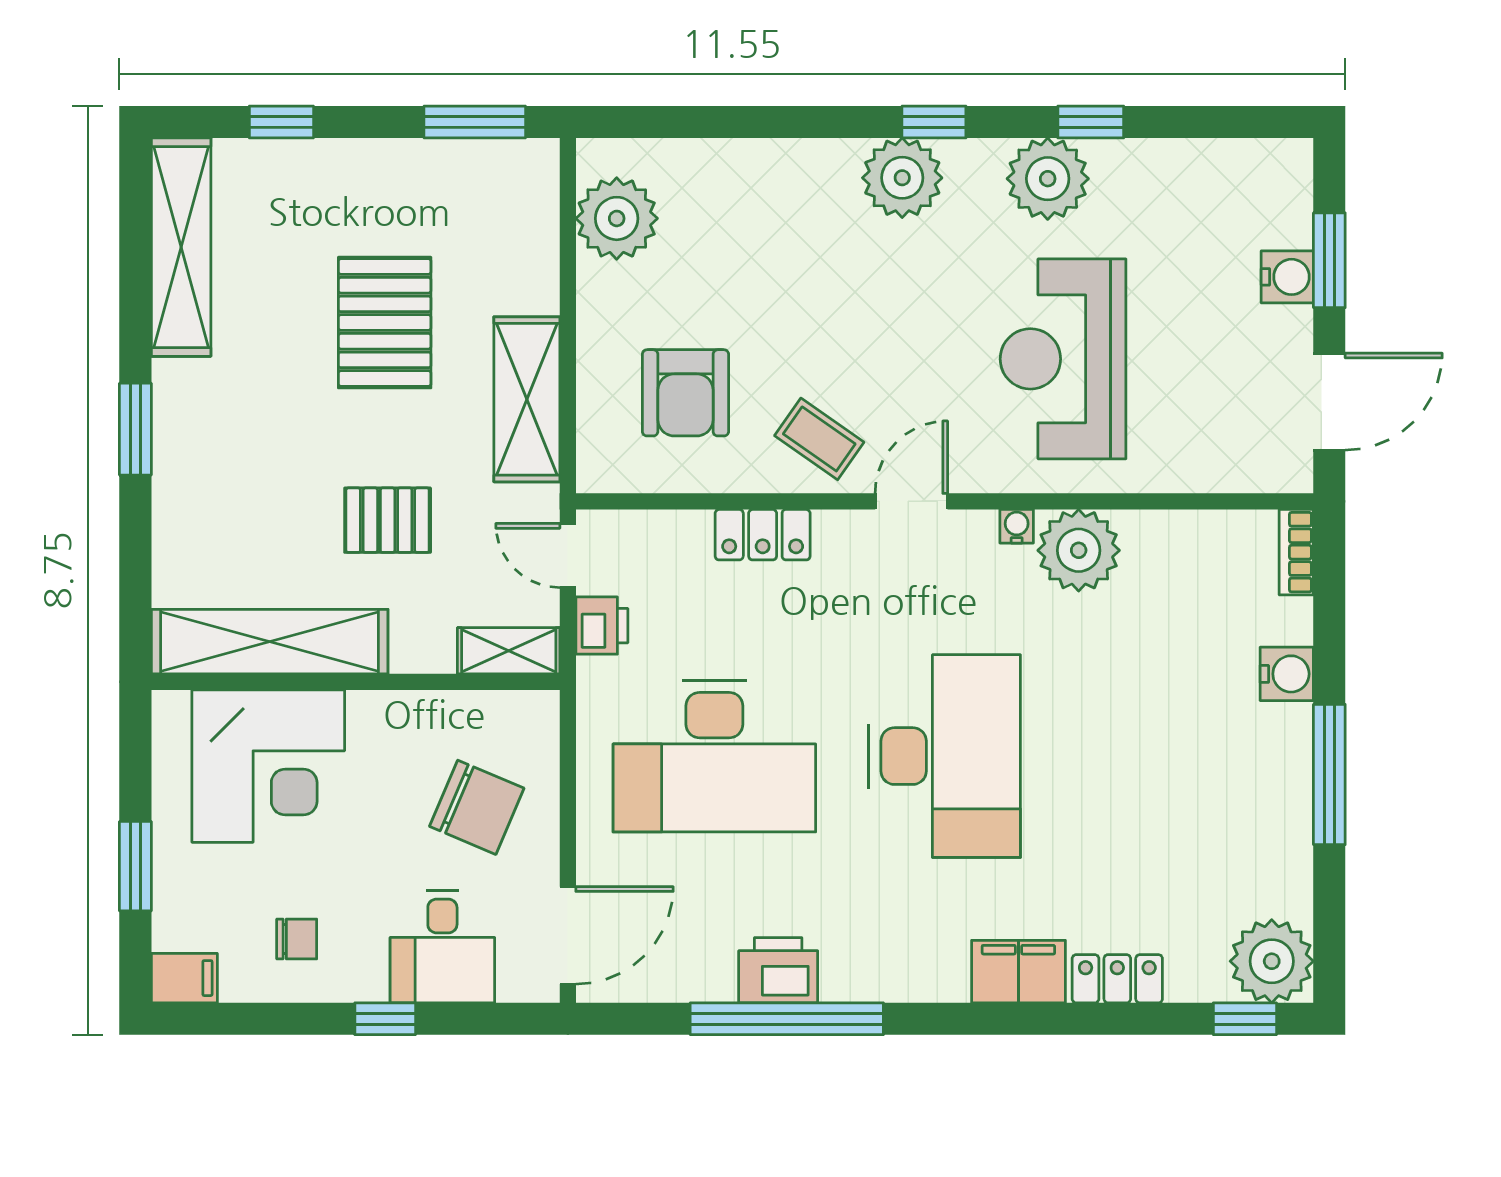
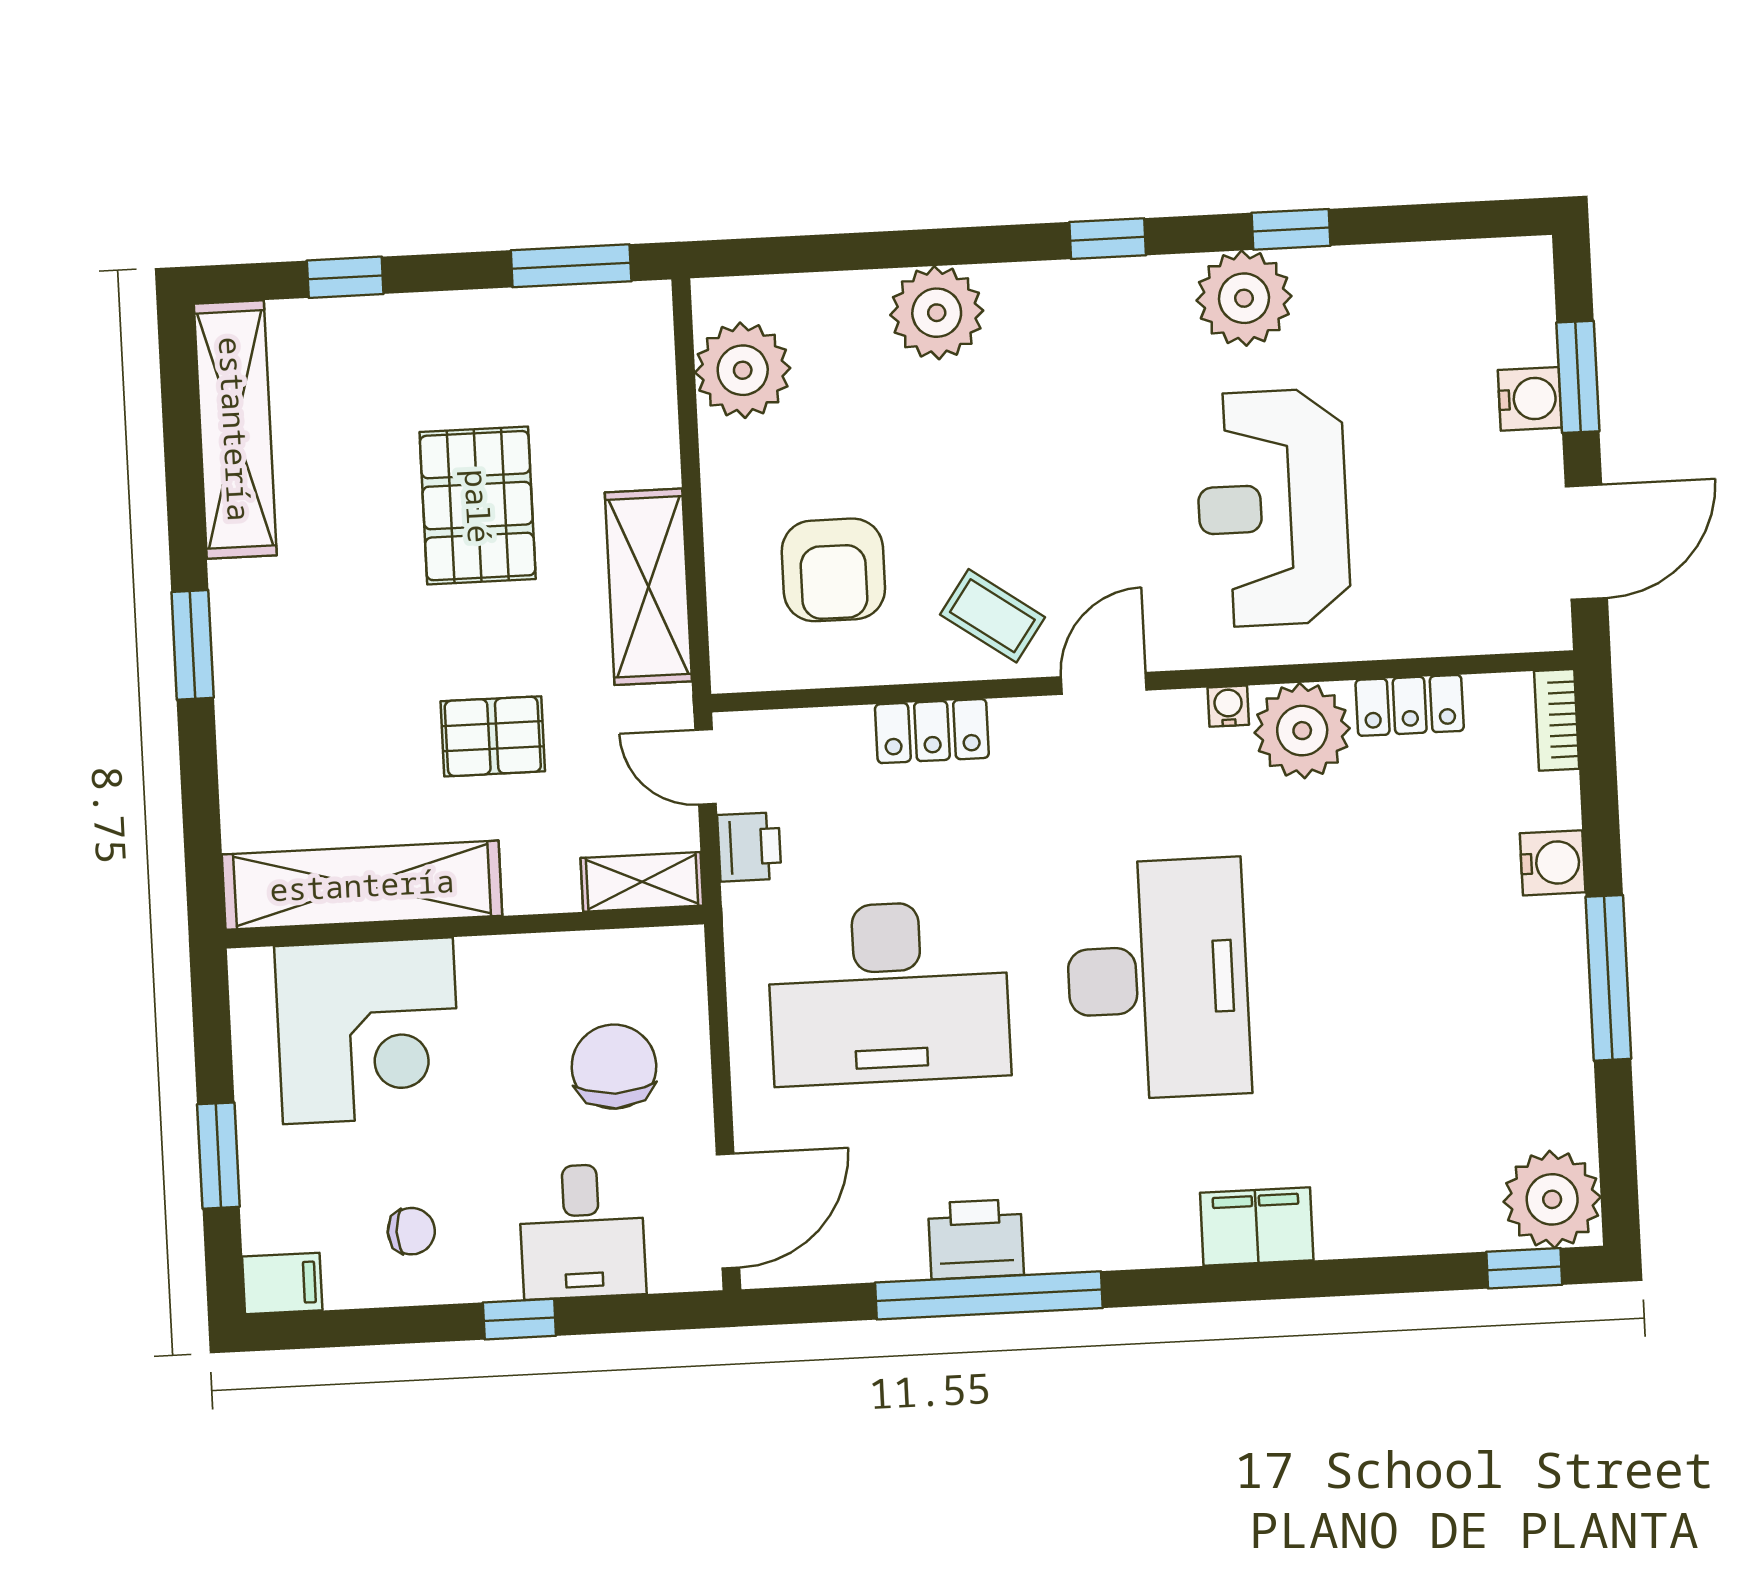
plant: (902, 178) -> (937, 313), moved
chair: (477, 807) -> (614, 1067), turned -113
locker: (1117, 979) -> (1410, 705), moved, turned 180

